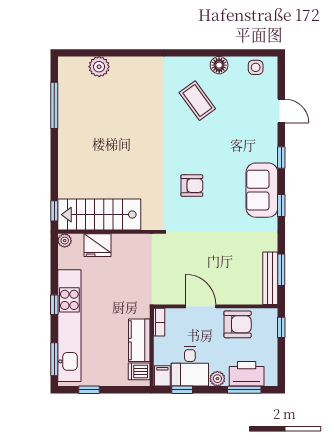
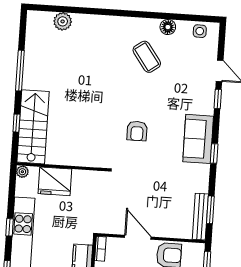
window: (54, 105) -> (20, 71), moved
window: (281, 157) -> (218, 99), moved
armchair: (192, 186) -> (137, 131), turned 90
window: (54, 211) -> (16, 123), moved
stairs: (99, 215) -> (33, 127), moved, turned 90
fridge: (97, 245) -> (55, 181), width x1.36, depth x1.34

